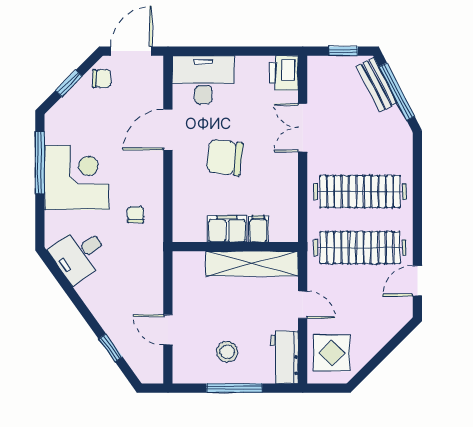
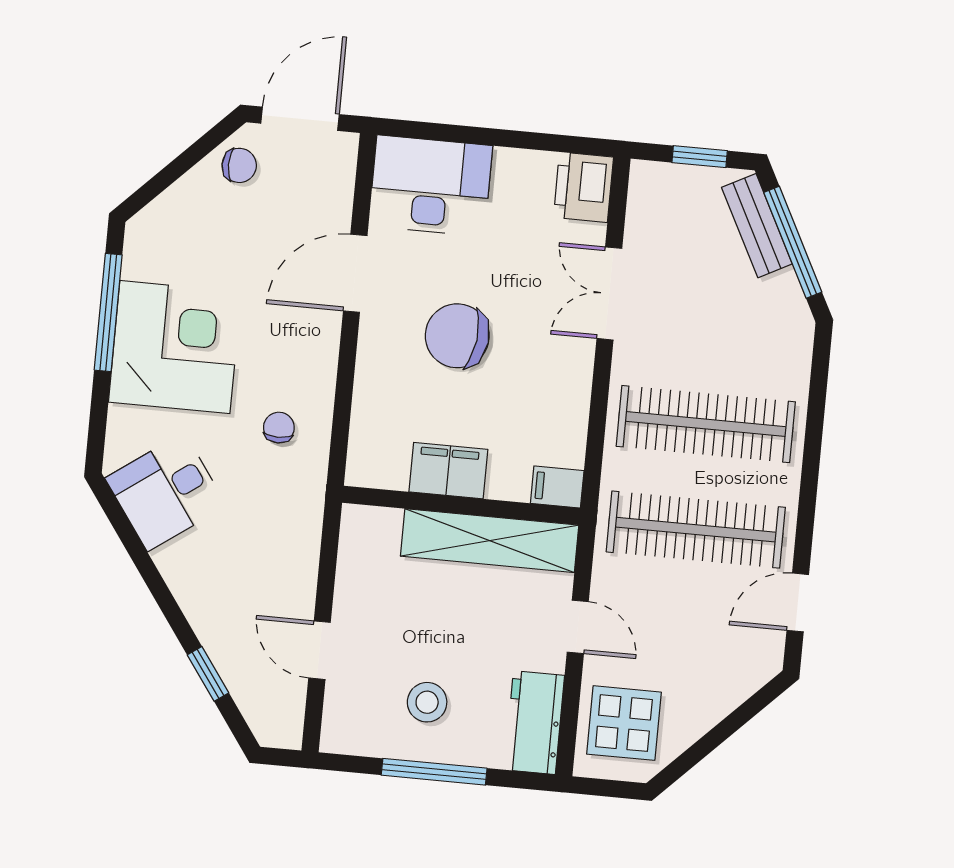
window: (69, 83) -> (177, 168), removed
filing cabinet: (258, 229) -> (557, 487), moved, turned -90

